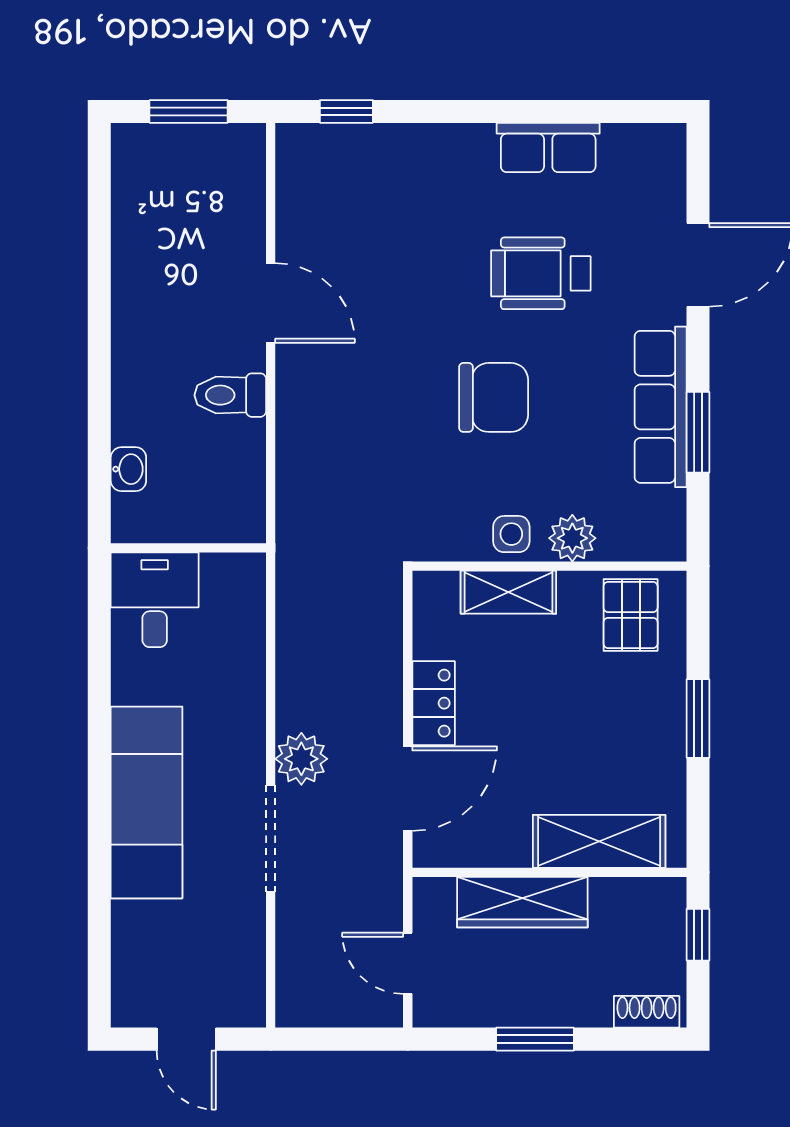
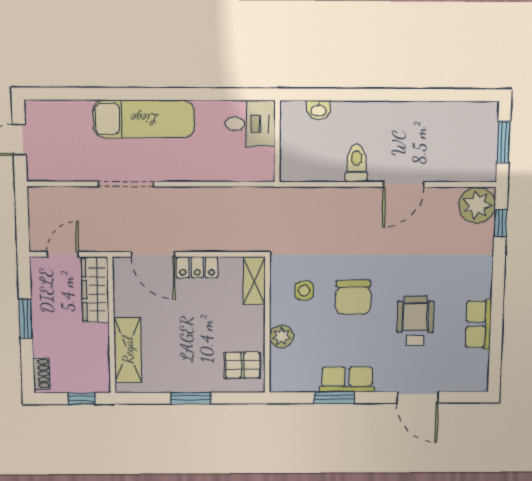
row of seats: (661, 407) -> (347, 379), width x0.68
side table: (511, 534) -> (304, 291), moved
shelving: (508, 592) -> (254, 281), moved
plant: (301, 759) -> (477, 205), moved, width x1.36, depth x1.36
wardrobe: (522, 902) -> (95, 290), moved

